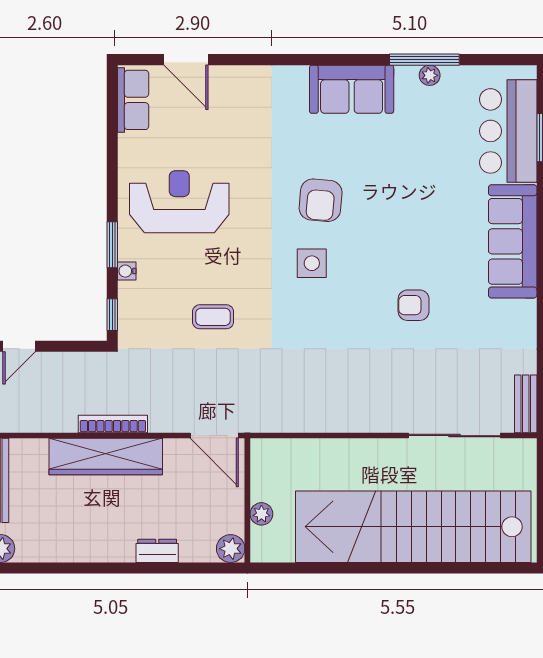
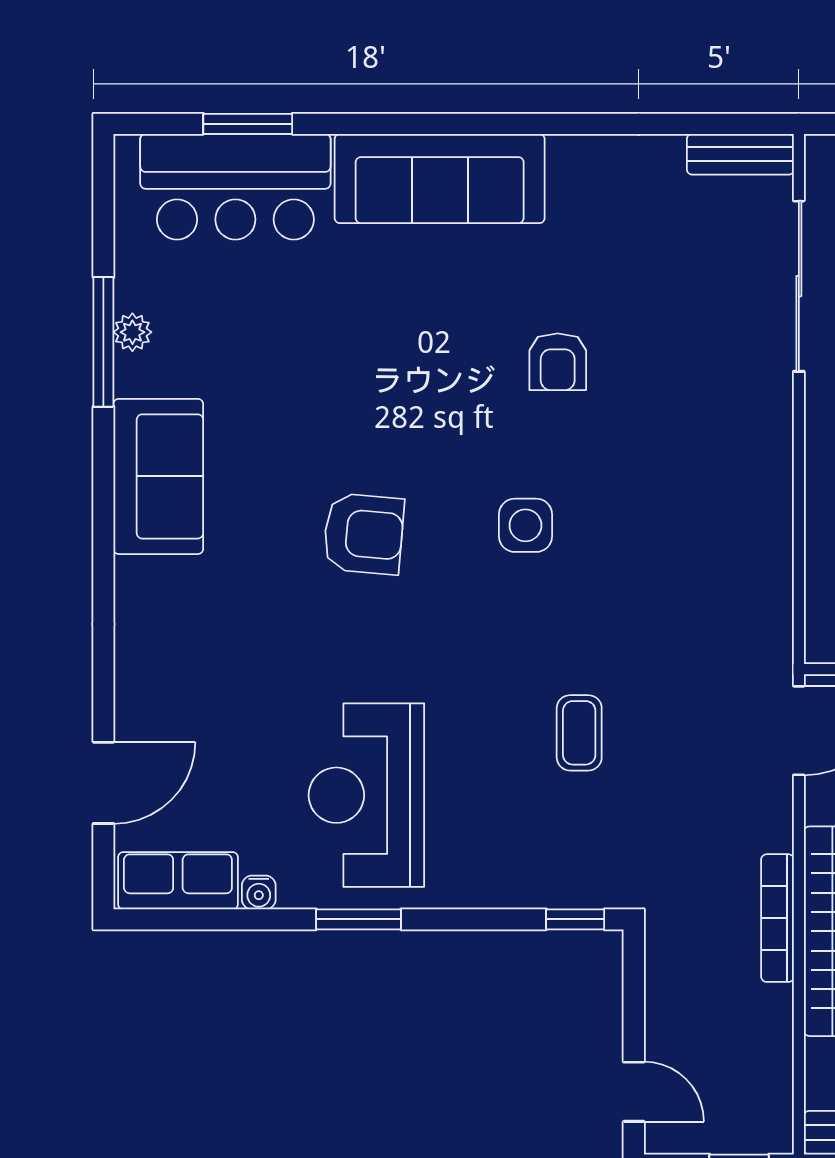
window: (112, 245) -> (358, 919), moved
side table: (312, 263) -> (525, 525), moved
water cooler: (127, 271) -> (259, 892), moved

